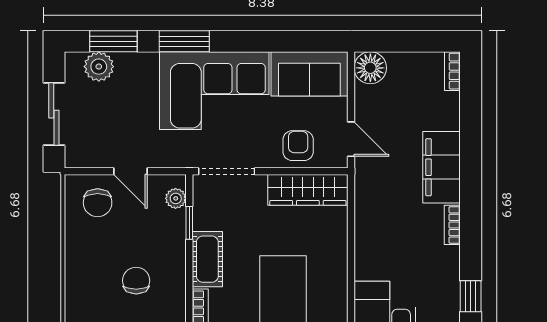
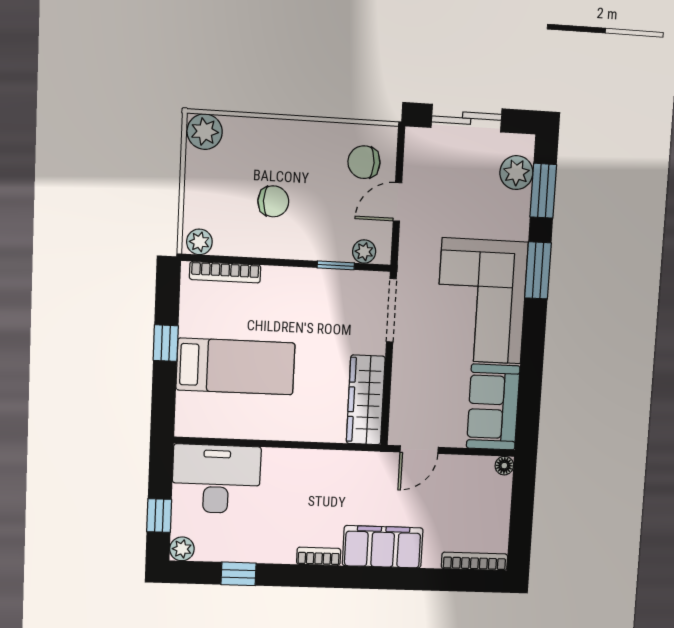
floor lamp: (370, 68) -> (504, 466), width x0.53, depth x0.53
bookcase: (452, 71) -> (475, 561), width x1.56
armchair: (298, 146) -> (415, 391), removed
cot: (207, 259) -> (294, 284), removed

